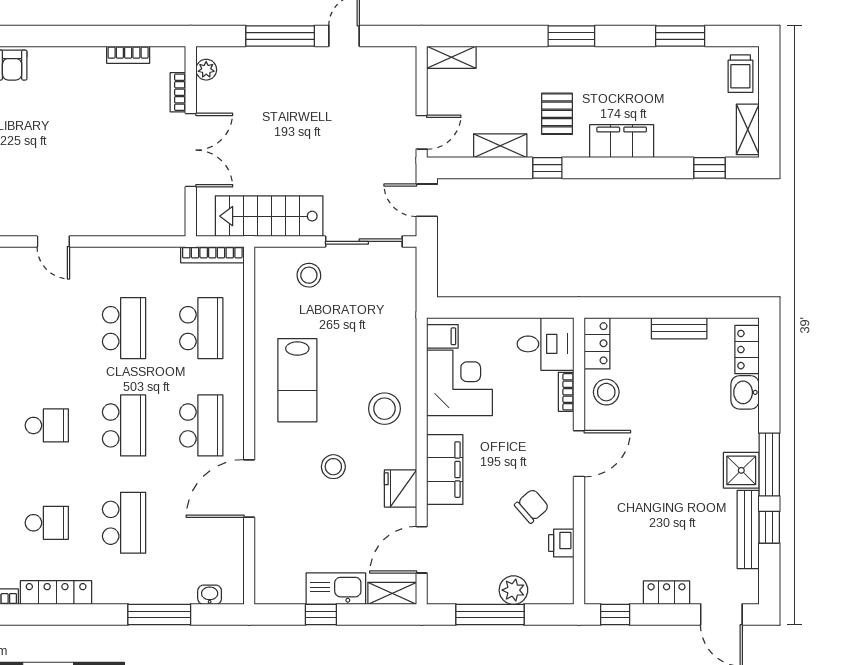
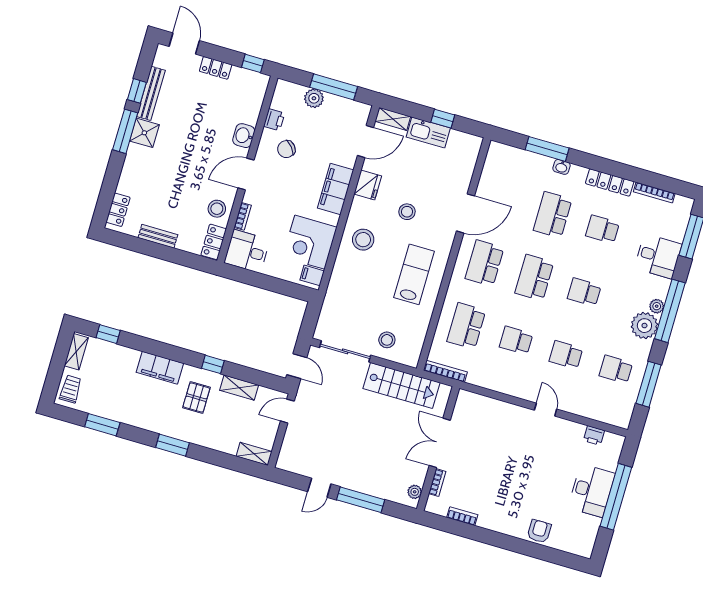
school desk: (47, 328) -> (566, 355), added
school desk: (124, 328) -> (516, 340), width x0.54
washbasin: (745, 392) -> (244, 136), moved, turned 180
washbasin: (210, 595) -> (561, 167), moved

